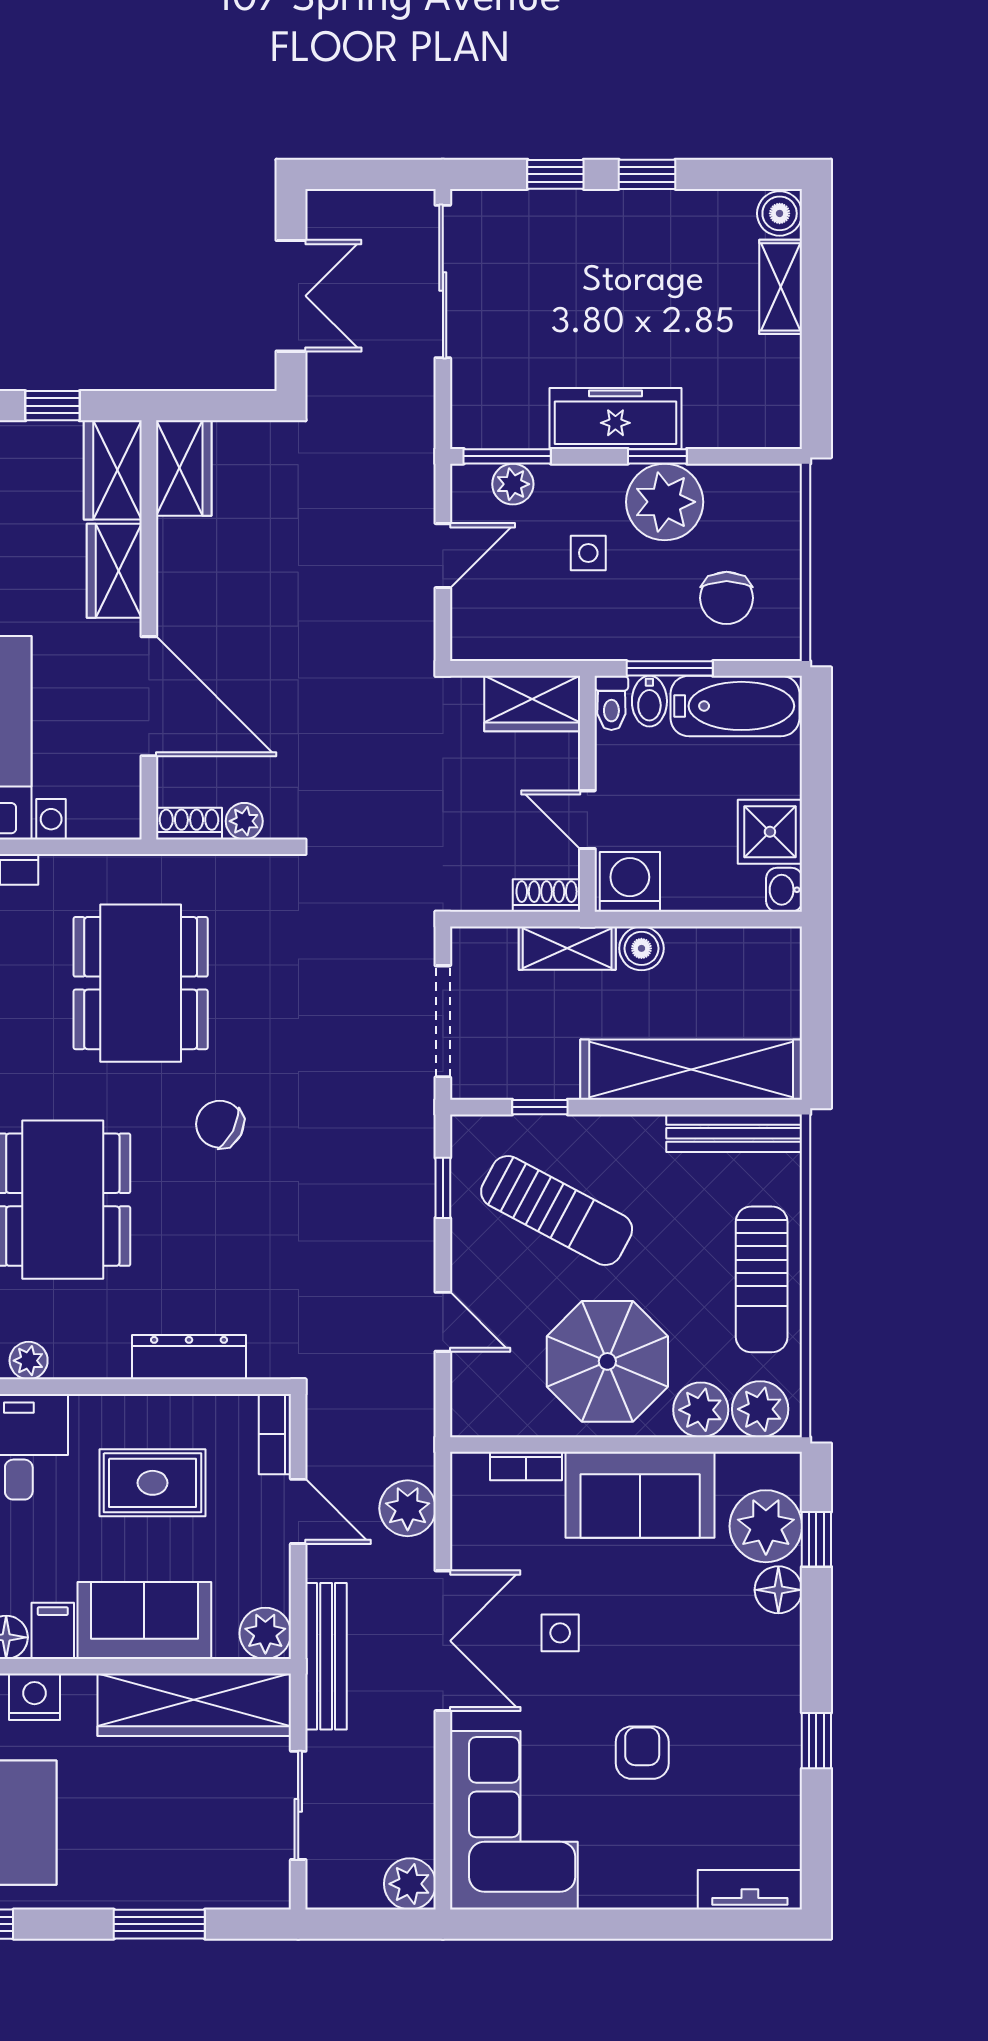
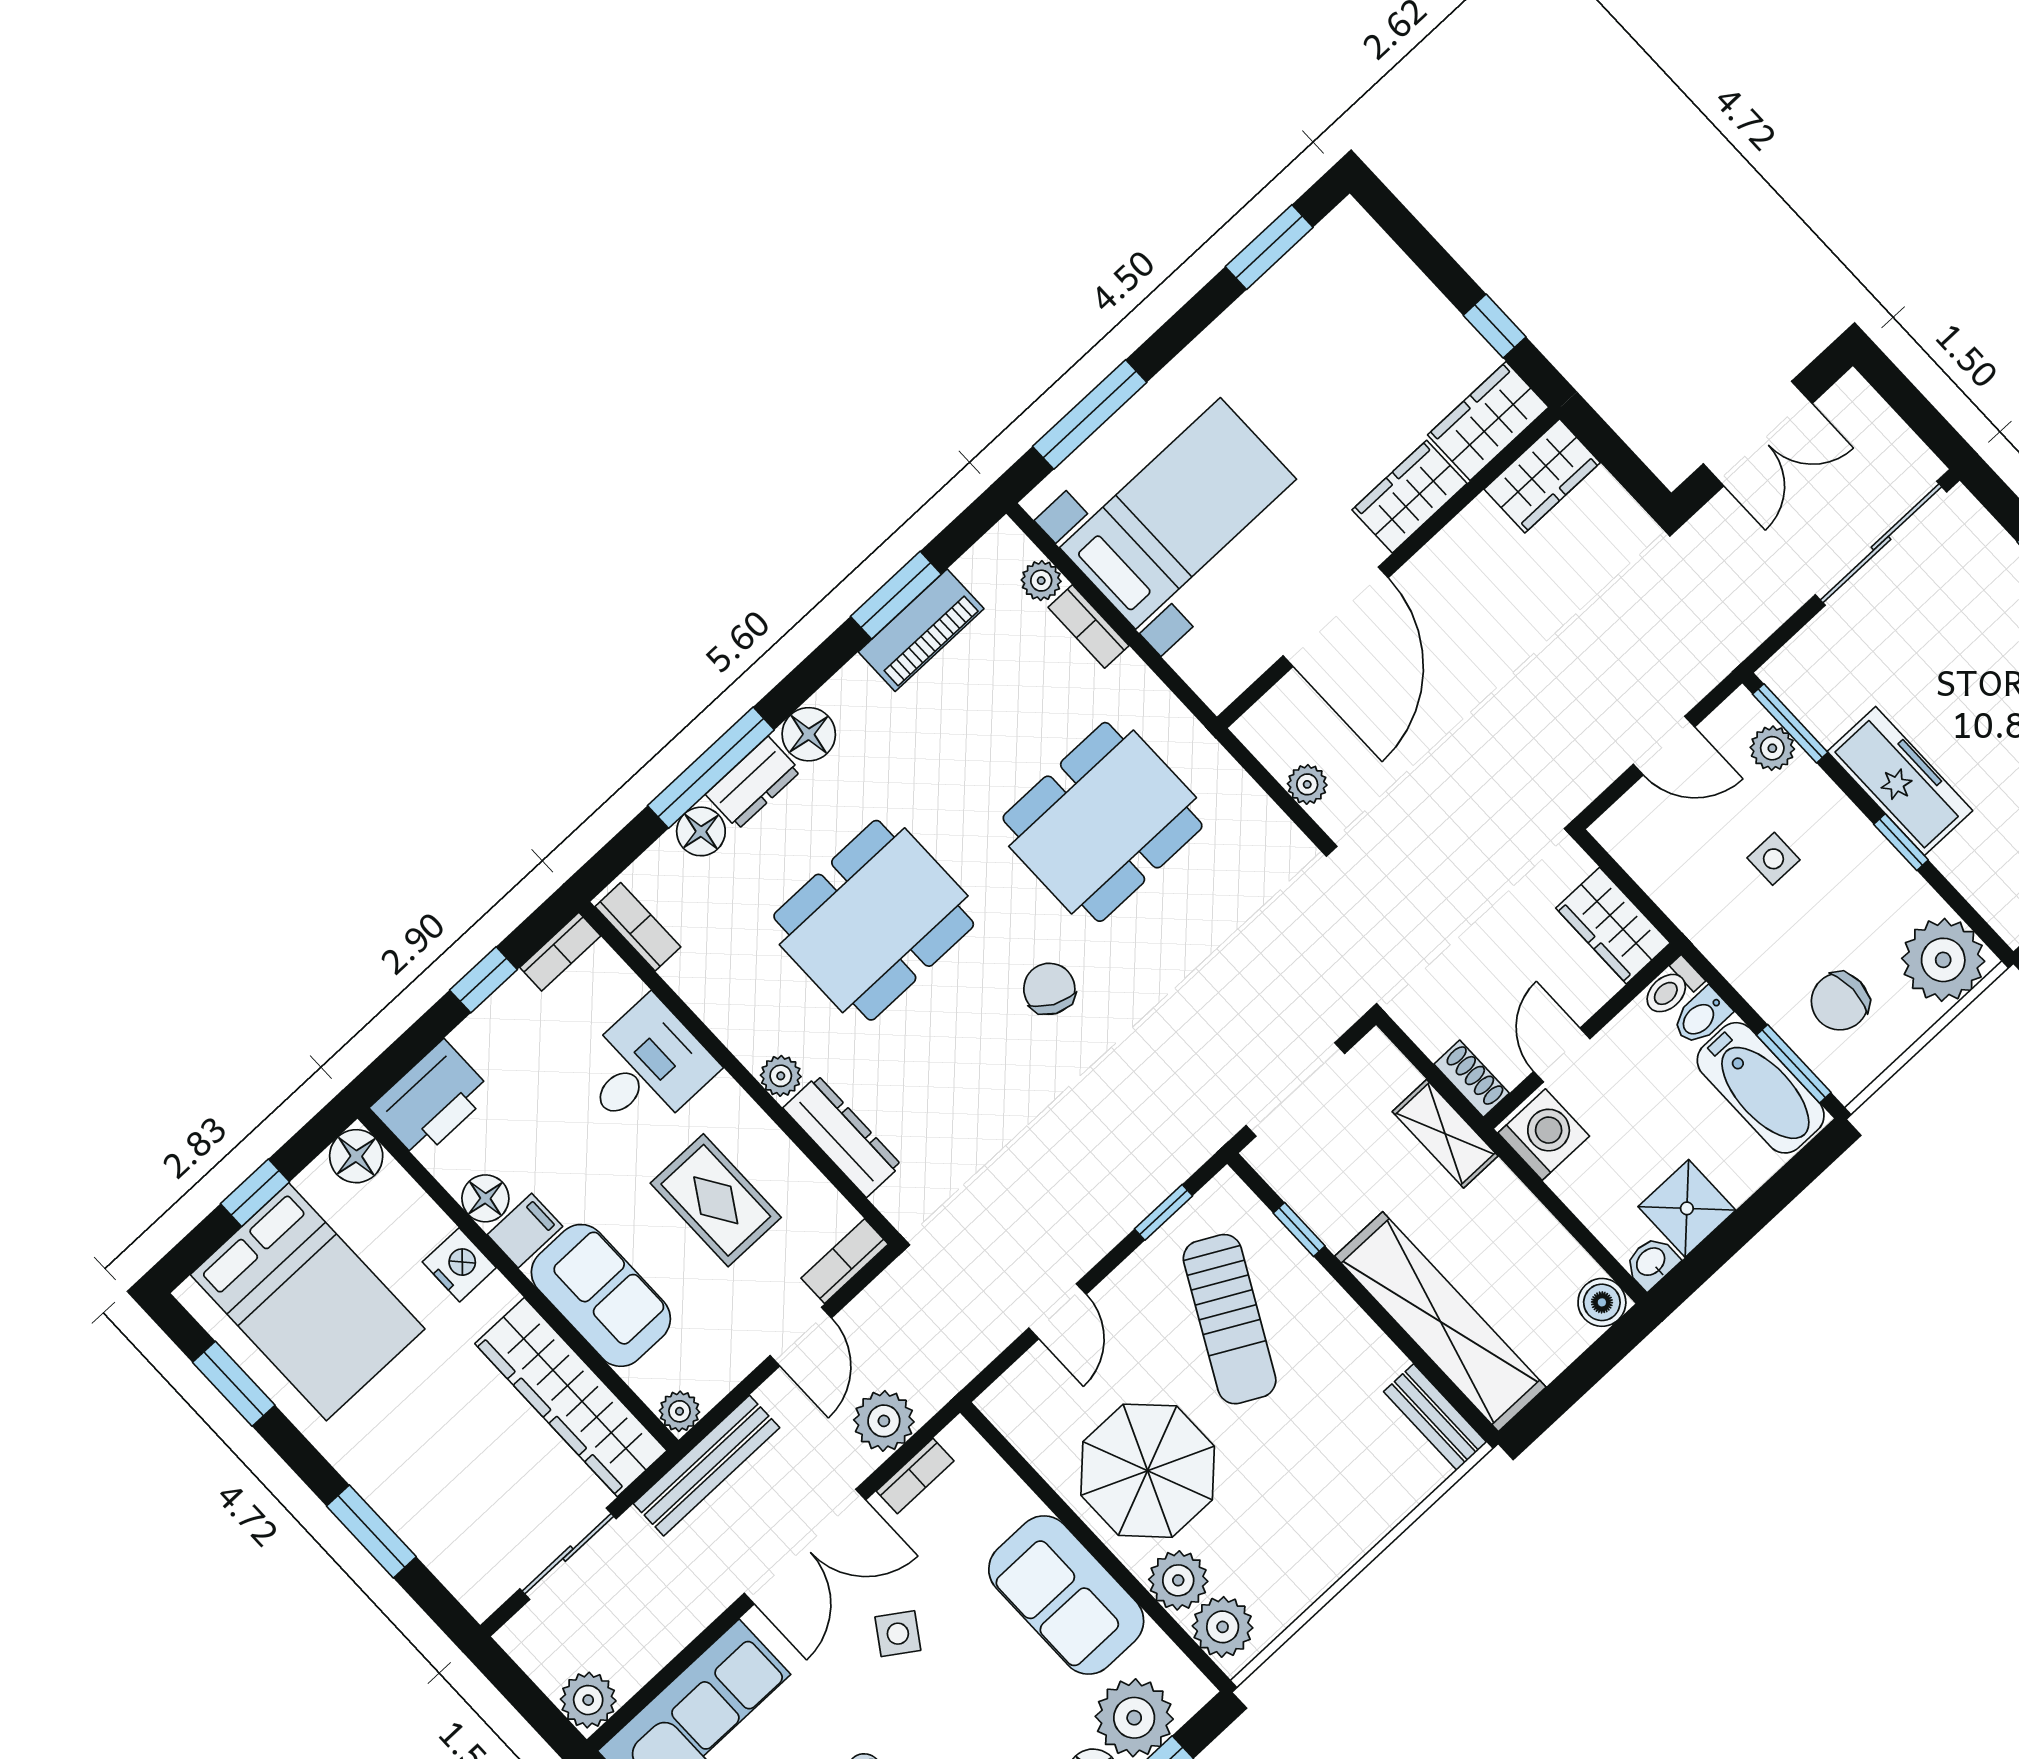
plant: (665, 502) -> (1943, 960), moved
window: (670, 668) -> (1794, 1064), moved
shoe rack: (189, 824) -> (1265, 742), removed
boiler: (641, 948) -> (1602, 1302), moved
bench: (734, 1133) -> (1435, 1417), width x0.73
sun lounger: (762, 1279) -> (1326, 1532), removed
plant: (29, 1361) -> (781, 1076), moved
bookcase: (526, 1466) -> (915, 1476), moved, turned -90
plant: (265, 1633) -> (679, 1411), width x0.73, depth x0.73
side table: (560, 1633) -> (898, 1634), turned 34

